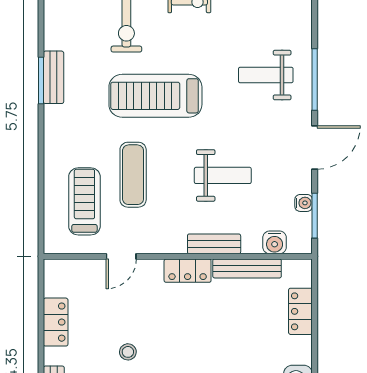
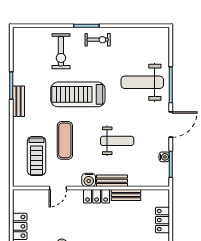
weight bench: (266, 75) -> (142, 82), width x1.36, depth x1.33
bench: (54, 77) -> (18, 101), moved
treadmill: (84, 201) -> (37, 156), turned 180
water cooler: (275, 242) -> (89, 180), moved
bench: (247, 268) -> (126, 195), width x0.73

